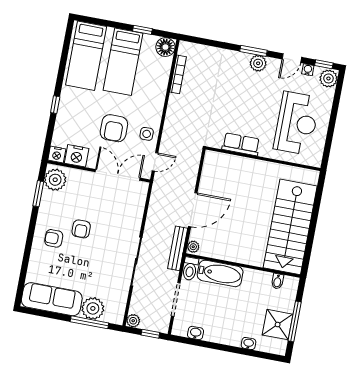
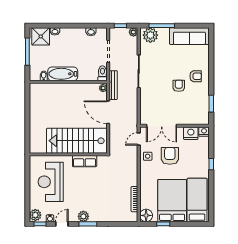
bed: (123, 62) -> (172, 201), width x1.50
plant: (55, 180) -> (202, 115), removed
door: (193, 210) -> (108, 112), hinge flipped
stairs: (290, 227) -> (77, 141), moved, turned -90
bathtub: (220, 273) -> (63, 74), moved
plant: (93, 308) -> (150, 35), moved
shower: (278, 325) -> (41, 36), moved

